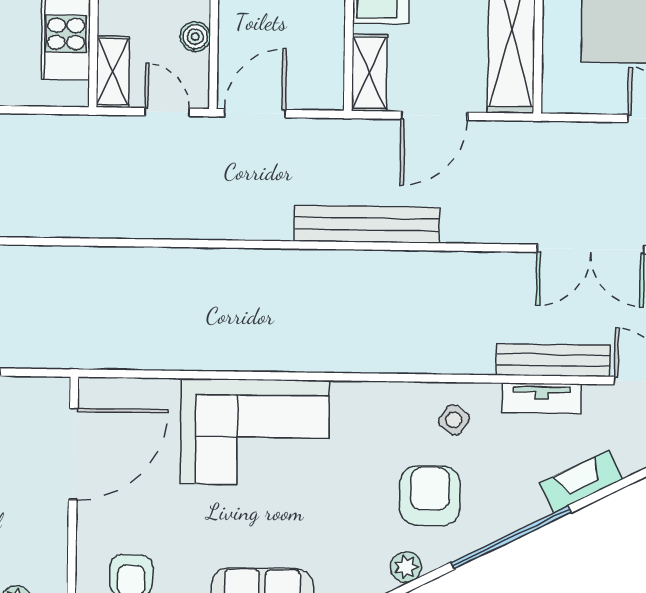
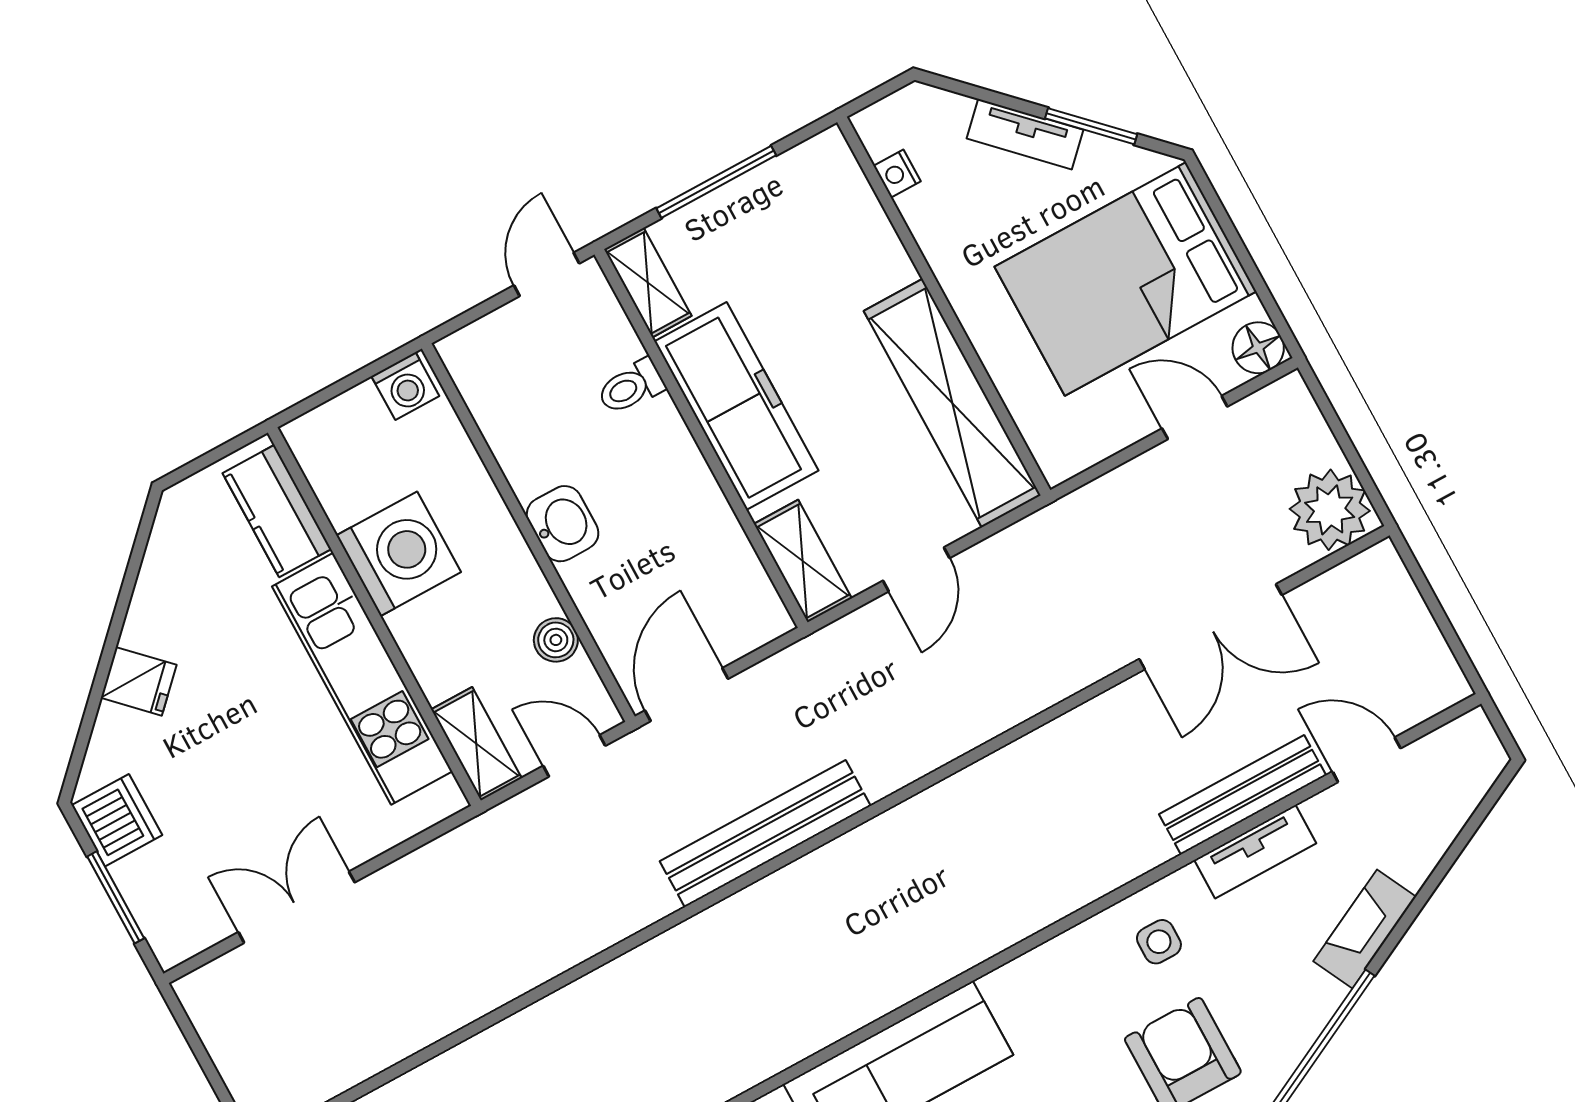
door: (434, 116) -> (916, 569), width x0.73
bench: (367, 224) -> (765, 834), moved
side table: (454, 420) -> (1159, 942), turned -34

